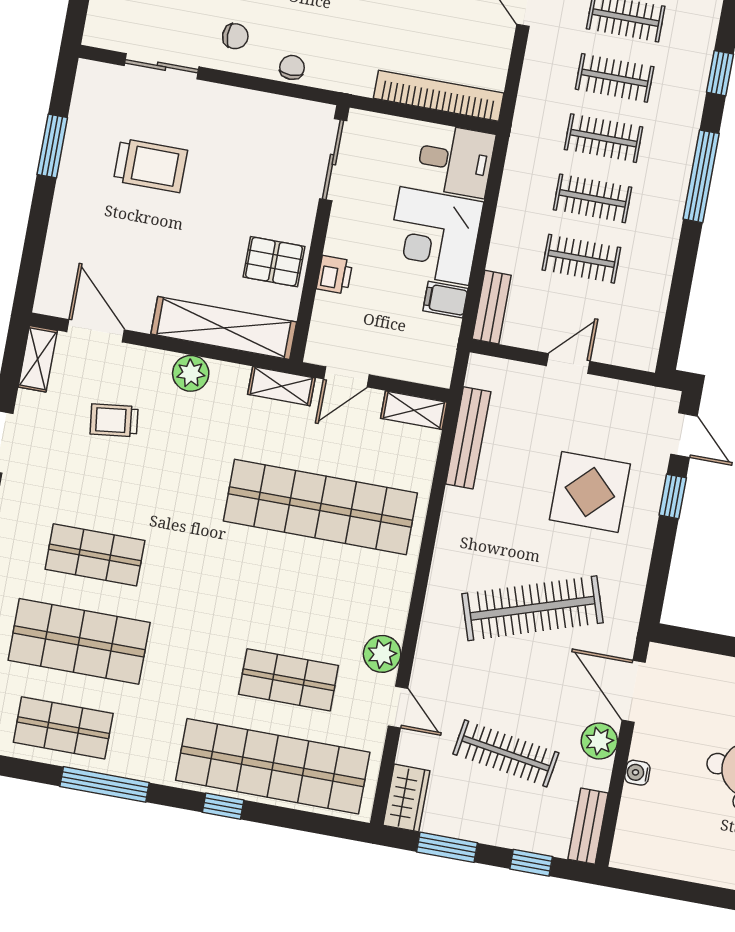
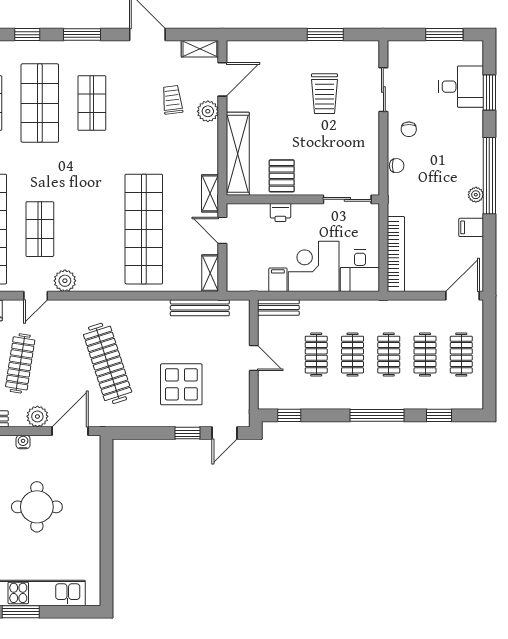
window: (674, 322) -> (289, 415), added
plant: (191, 373) -> (208, 111), moved

